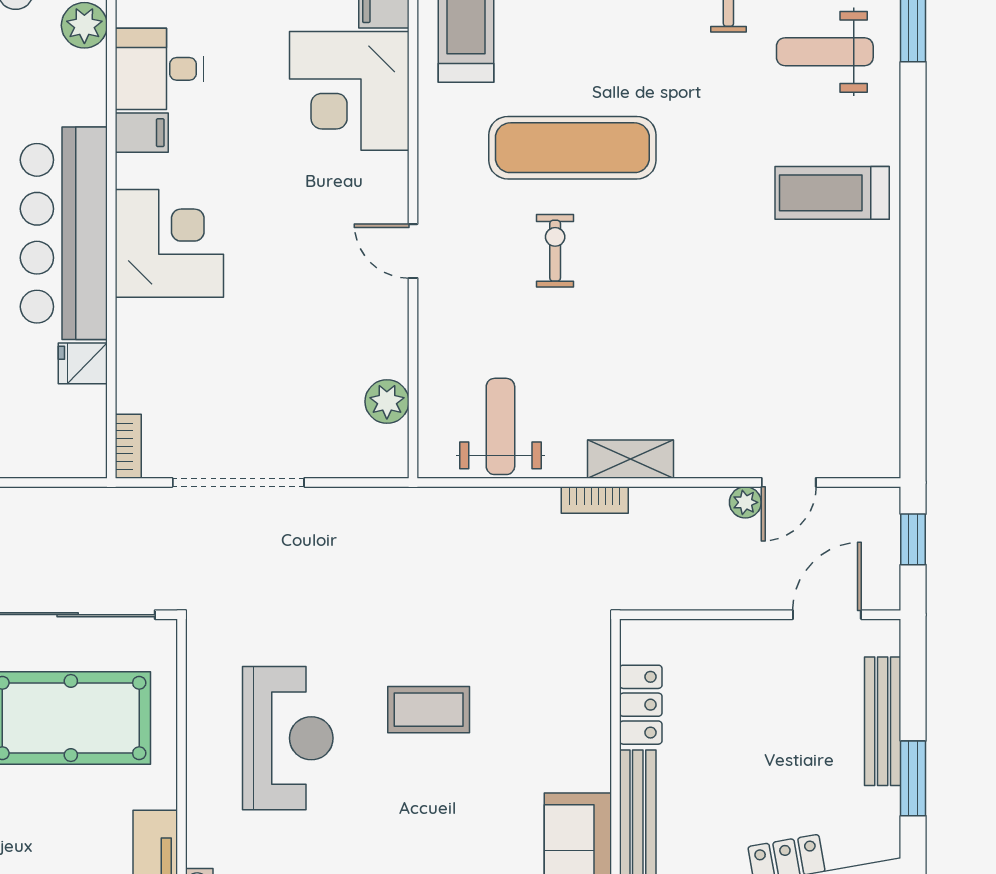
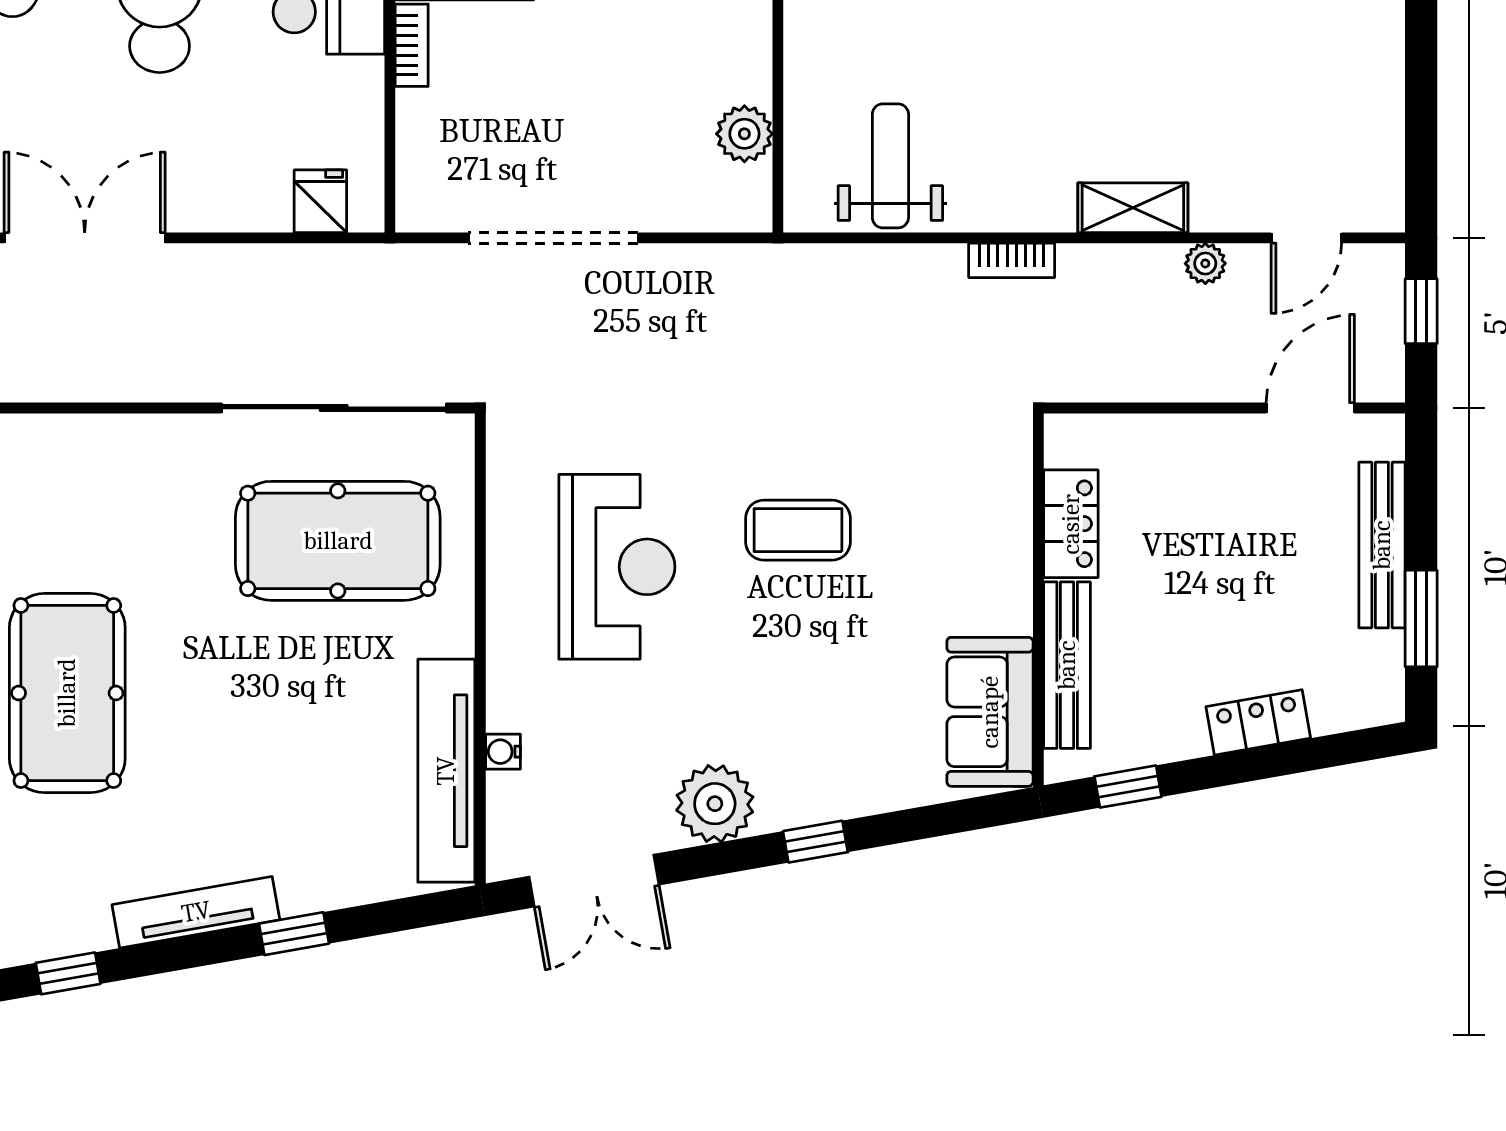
fridge: (83, 363) -> (320, 201), moved, turned 90
bookcase: (128, 446) -> (412, 45), moved
shelving: (631, 459) -> (1133, 208), moved
door: (789, 482) -> (1306, 238), moved

